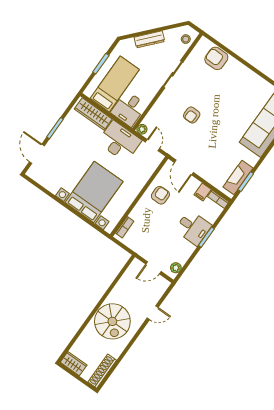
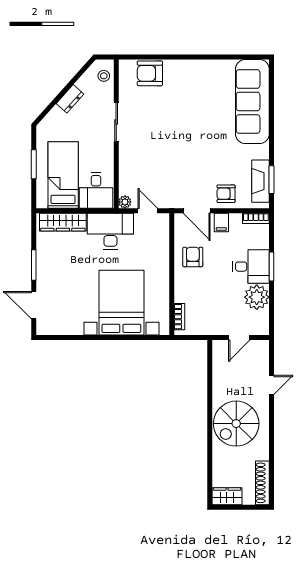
dresser: (149, 39) -> (70, 99), width x0.70
armchair: (192, 115) -> (226, 194), moved, turned 90
filing cabinet: (203, 192) -> (221, 222), moved
plant: (176, 268) -> (257, 297), moved, width x1.88, depth x1.88
spiral stairs: (112, 321) -> (236, 424), turned 90

